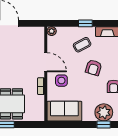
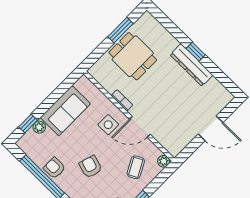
coffee table: (82, 45) -> (136, 167), moved
sofa: (64, 111) -> (65, 111), moved
plant: (104, 112) -> (39, 127), width x0.53, depth x0.53

